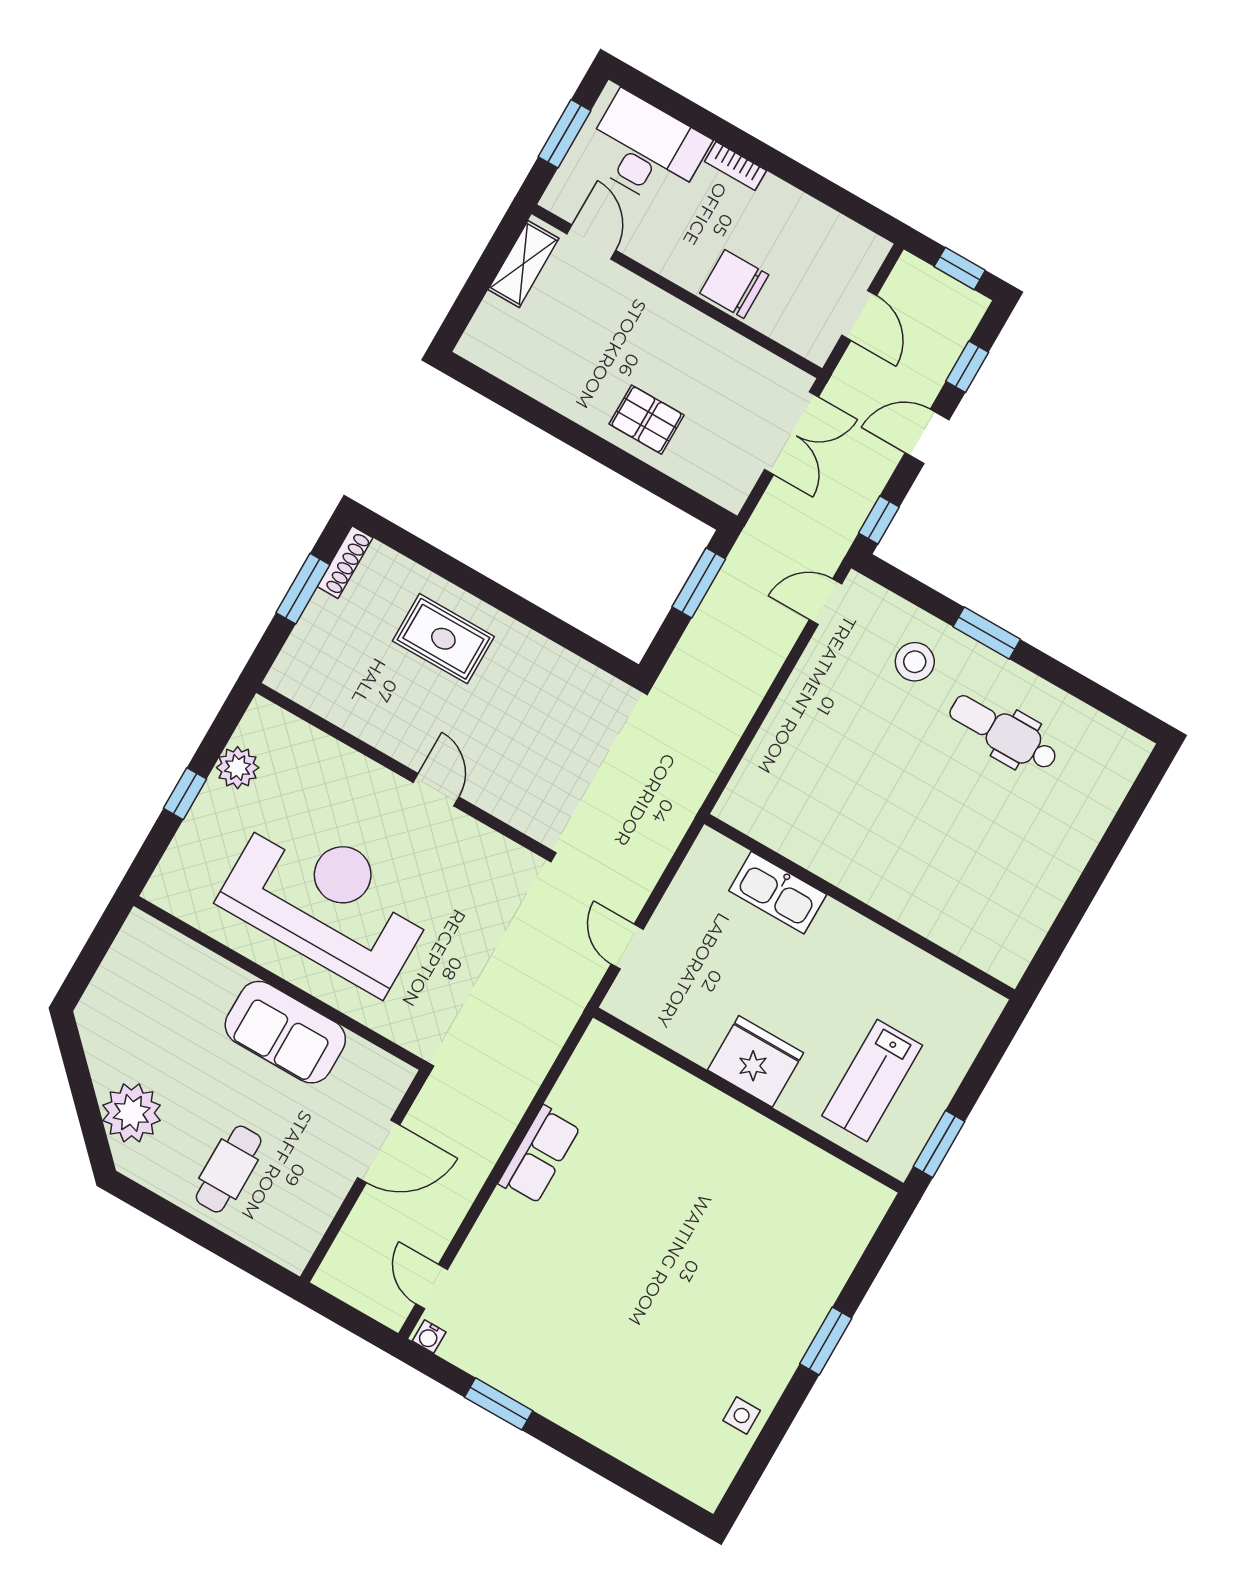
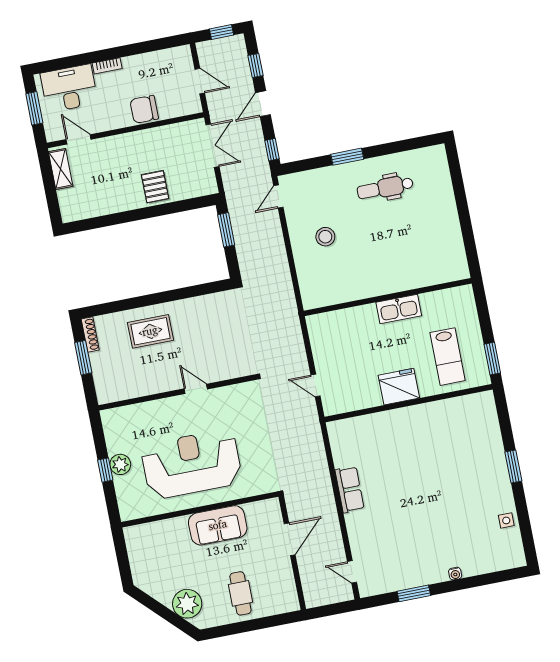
pallet: (646, 420) -> (155, 187), turned 90
stool: (915, 662) -> (325, 237), moved
plant: (238, 768) -> (120, 464), moved
kitchen sink: (778, 893) -> (399, 309), moved
water cooler: (429, 1337) -> (455, 574), moved

